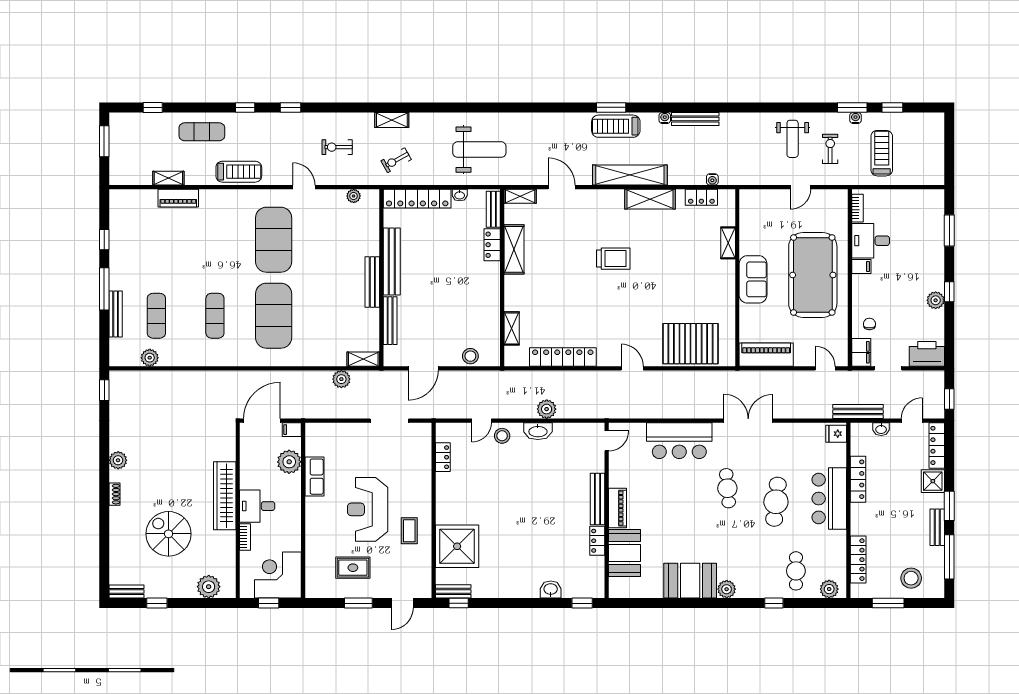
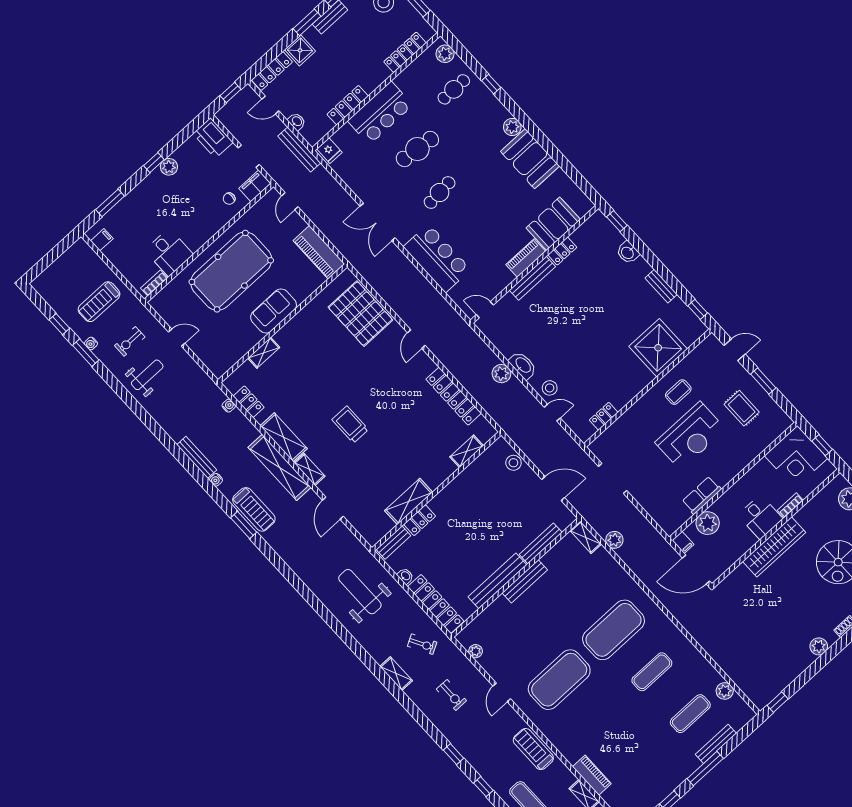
shelving: (520, 196) -> (309, 469), moved
filing cabinet: (861, 267) -> (102, 240), moved, turned 90
bench: (453, 591) -> (661, 286), moved

